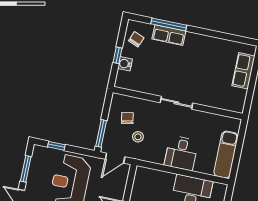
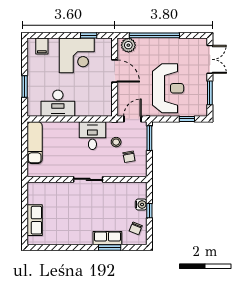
window: (169, 24) -> (110, 248), width x0.69
desk: (181, 153) -> (92, 136), moved

